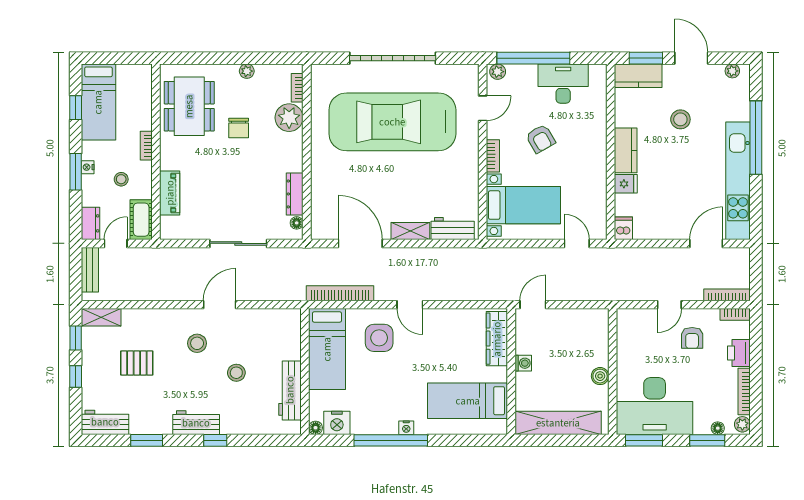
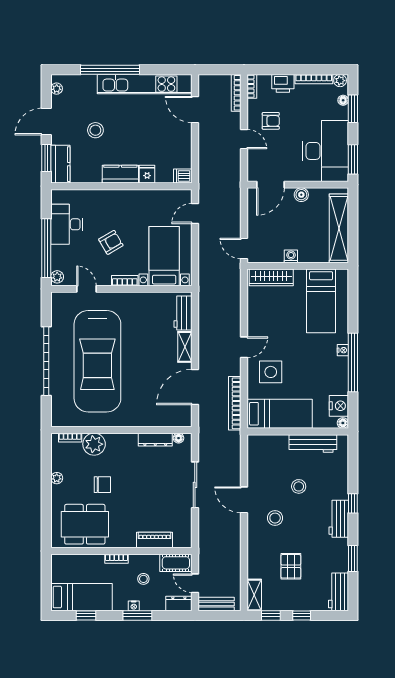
door: (613, 338) -> (270, 185), added

